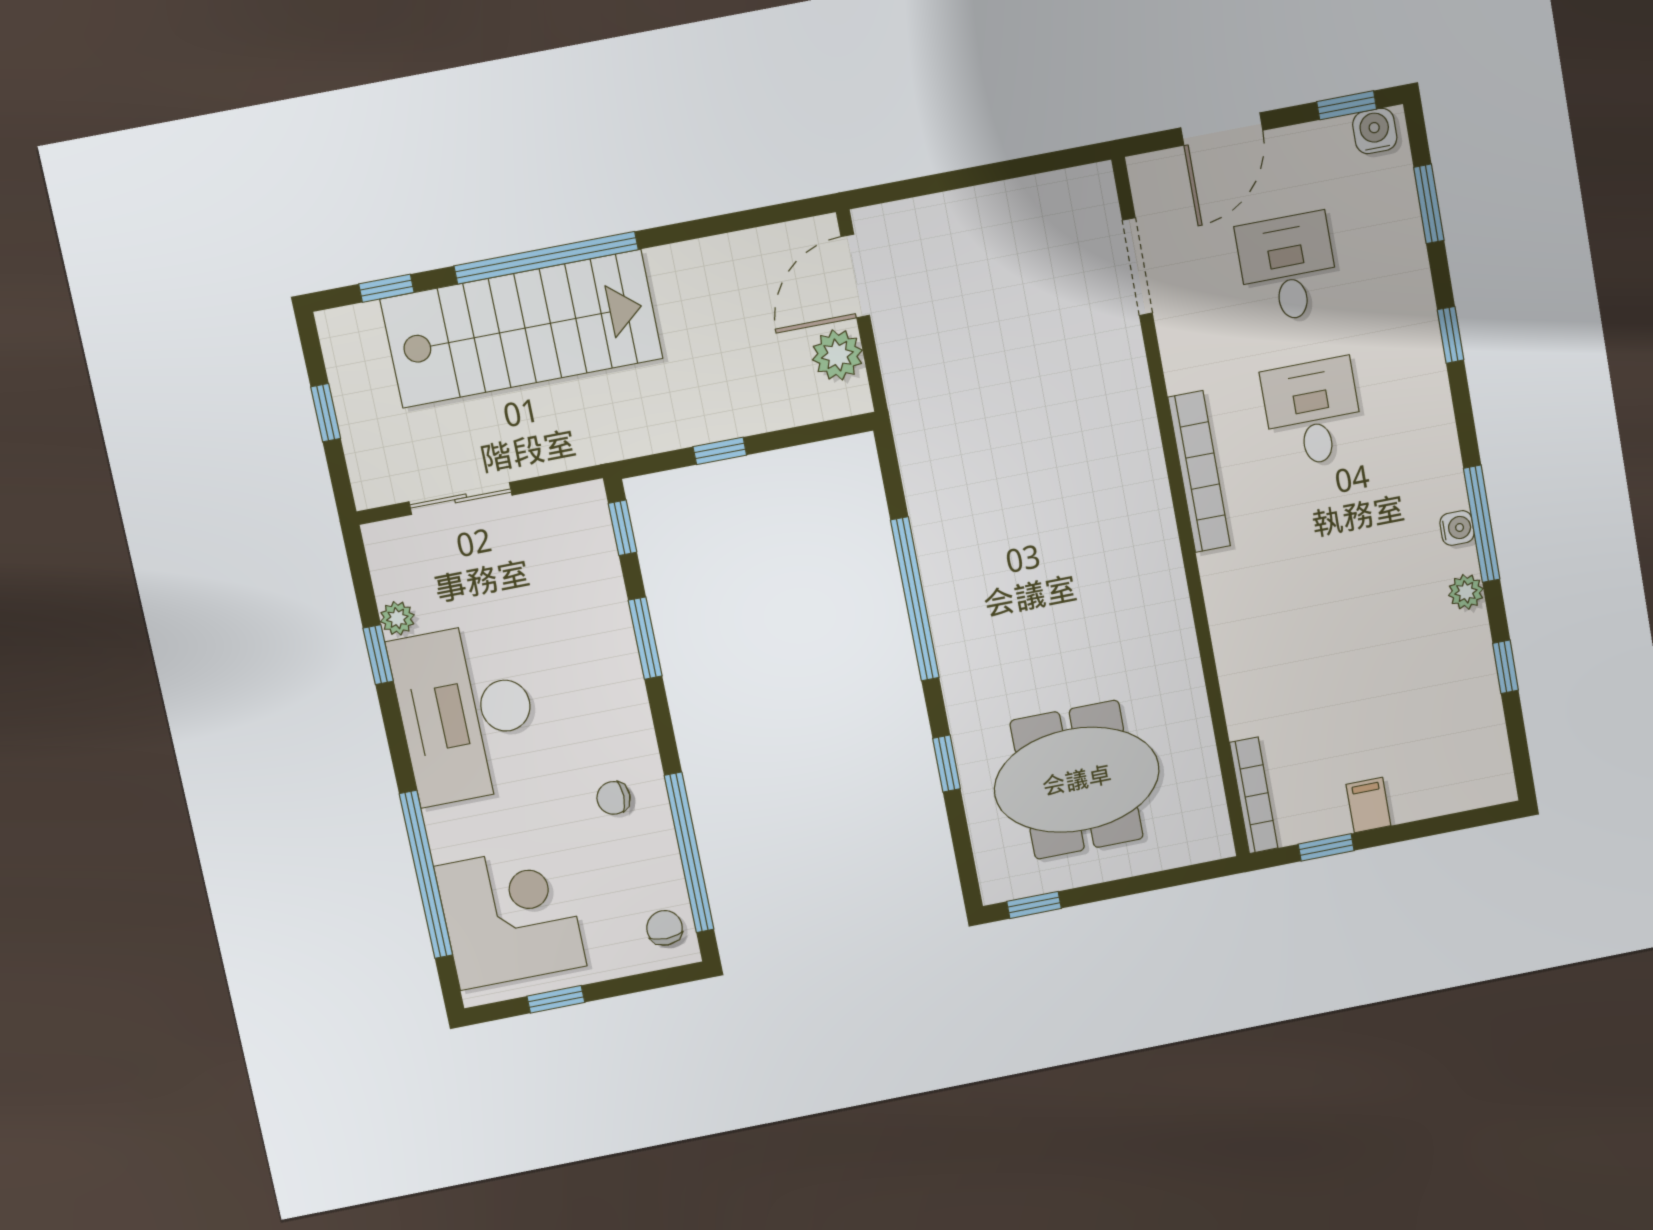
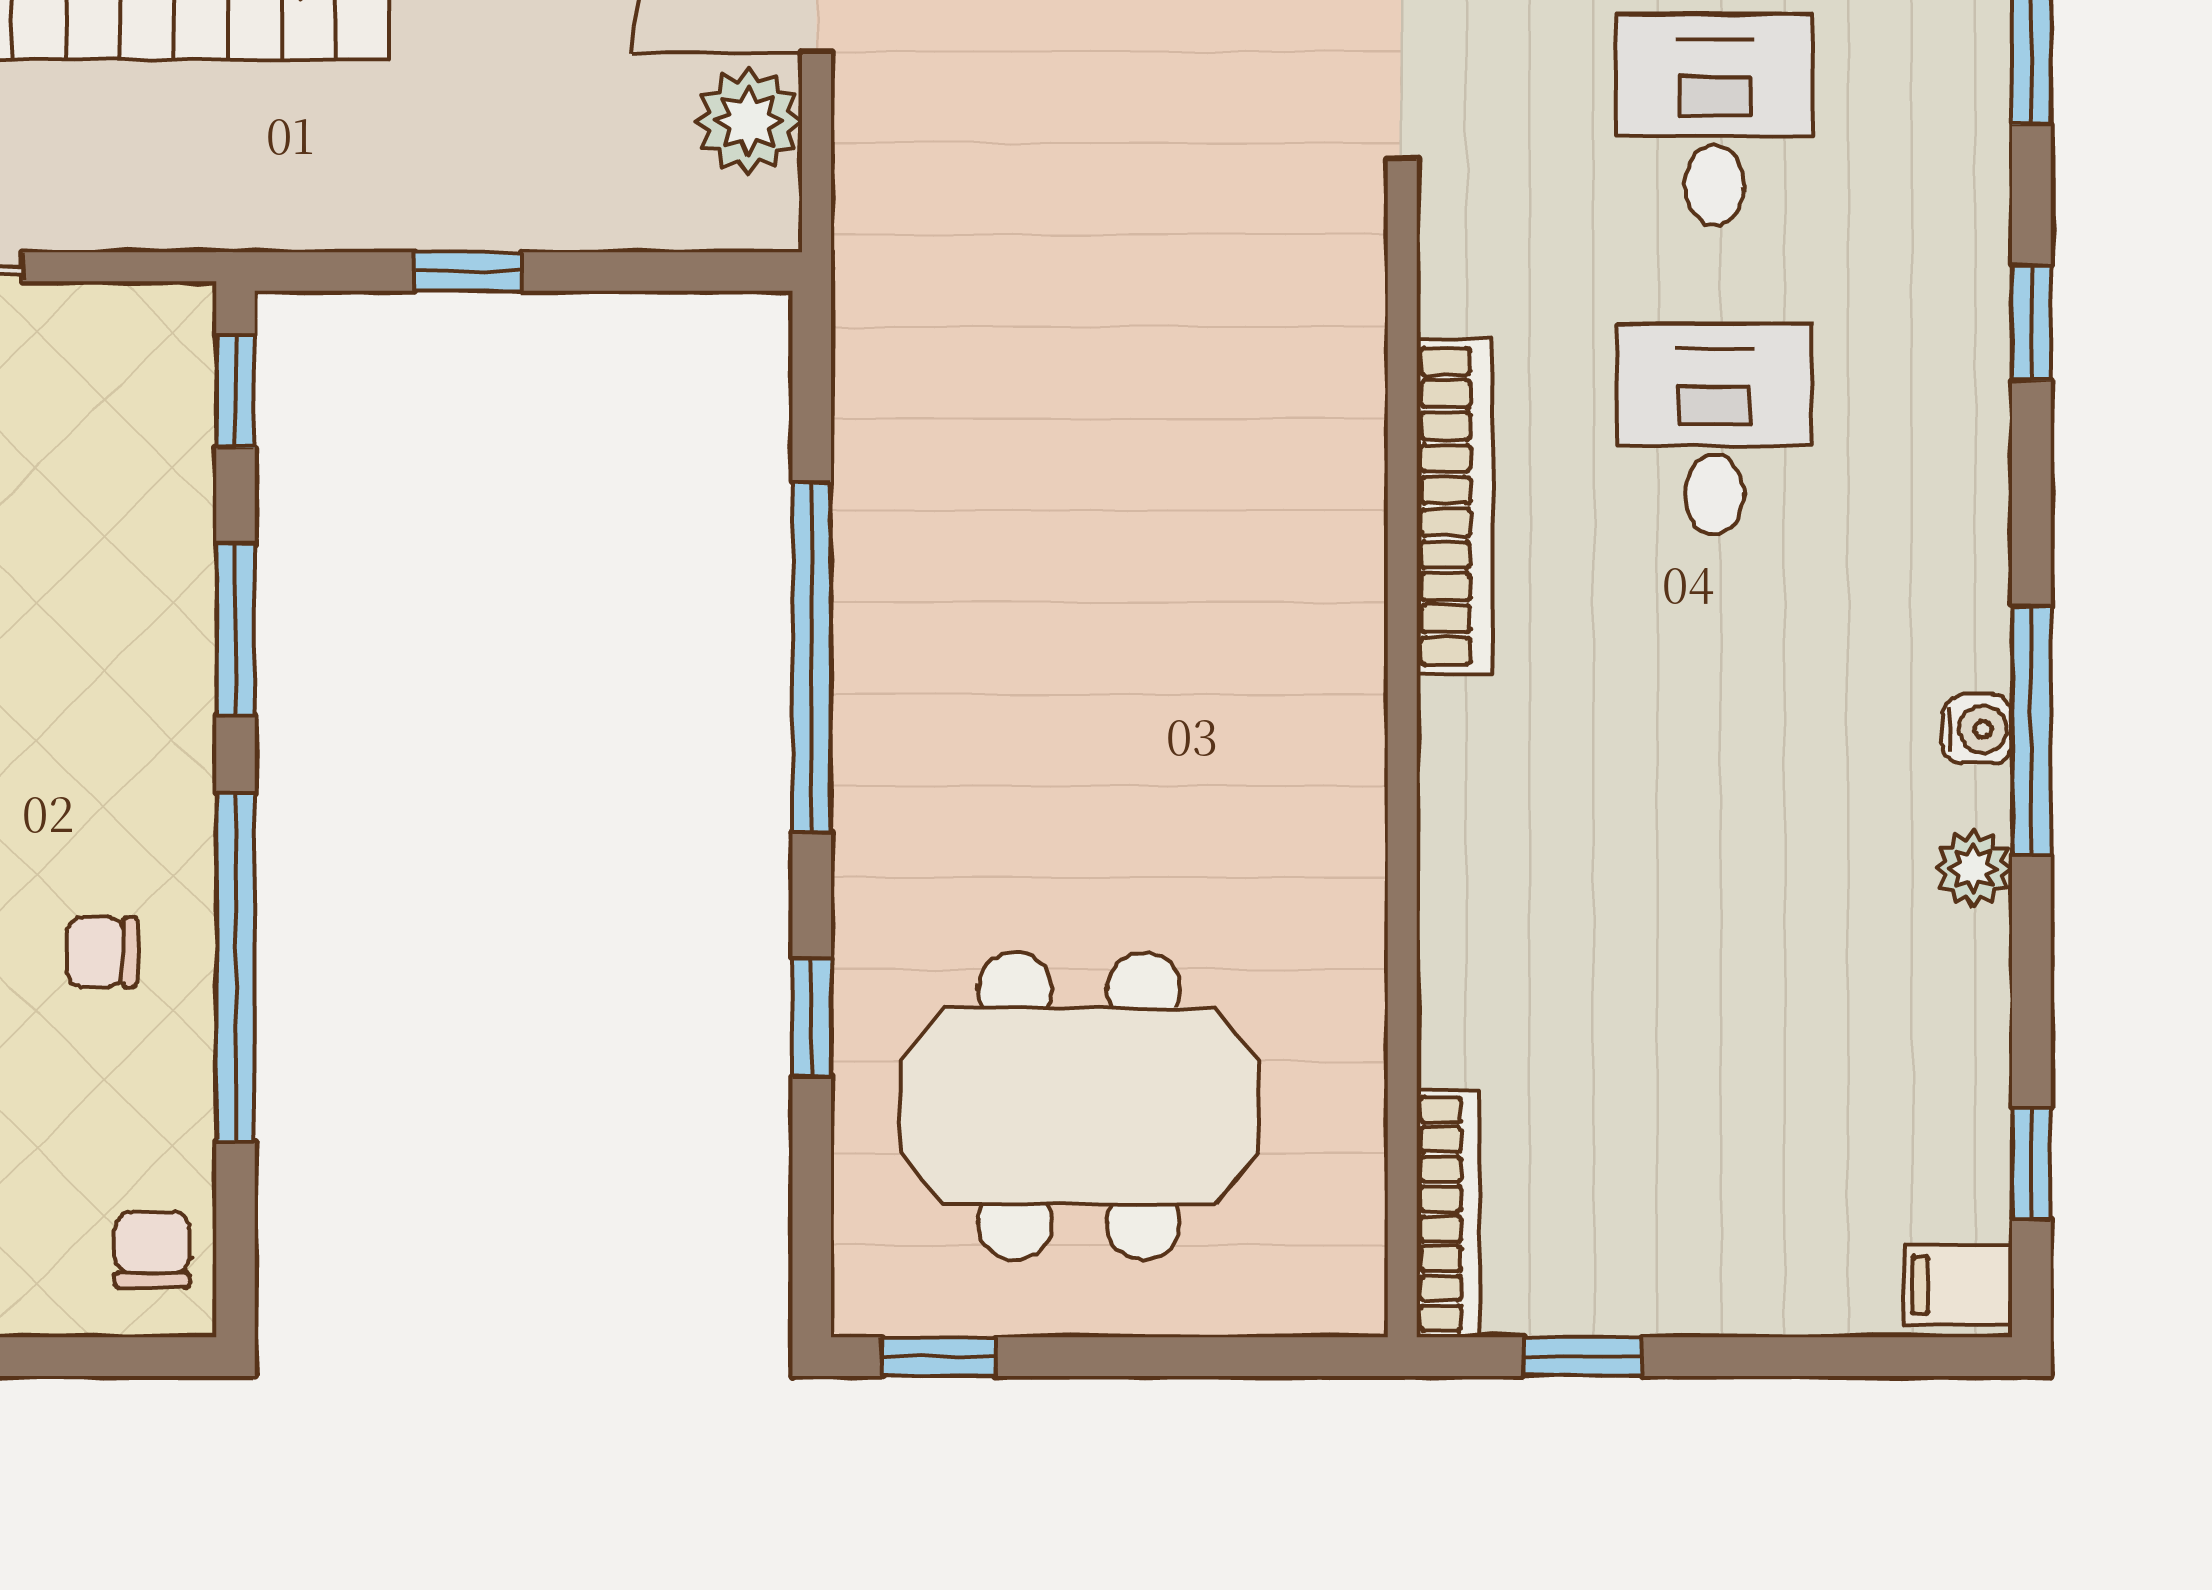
window: (1505, 667) -> (2031, 1164), moved
filing cabinet: (1368, 805) -> (1958, 1285), moved, turned -90
window: (689, 853) -> (236, 967), moved

